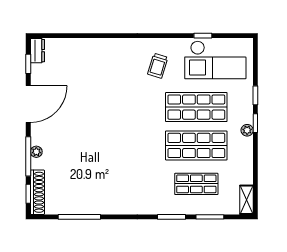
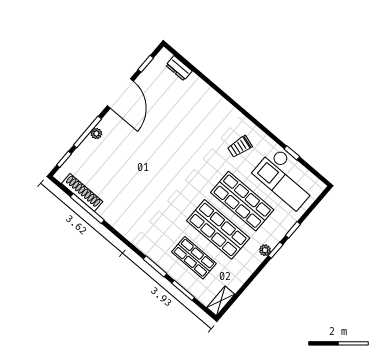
dresser: (37, 51) -> (179, 68), moved, turned 90
door: (28, 104) -> (120, 93), hinge flipped
shoe rack: (37, 192) -> (82, 192), moved, turned -90

